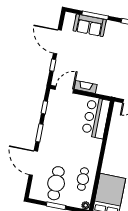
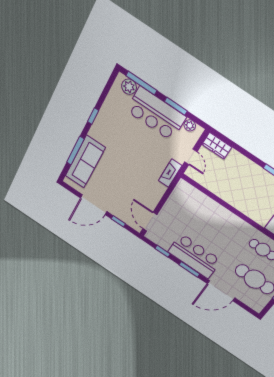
sofa: (90, 25) -> (85, 162), width x1.36
fireplace: (86, 87) -> (170, 173), moved
bar counter: (96, 118) -> (194, 256), moved, turned 180

